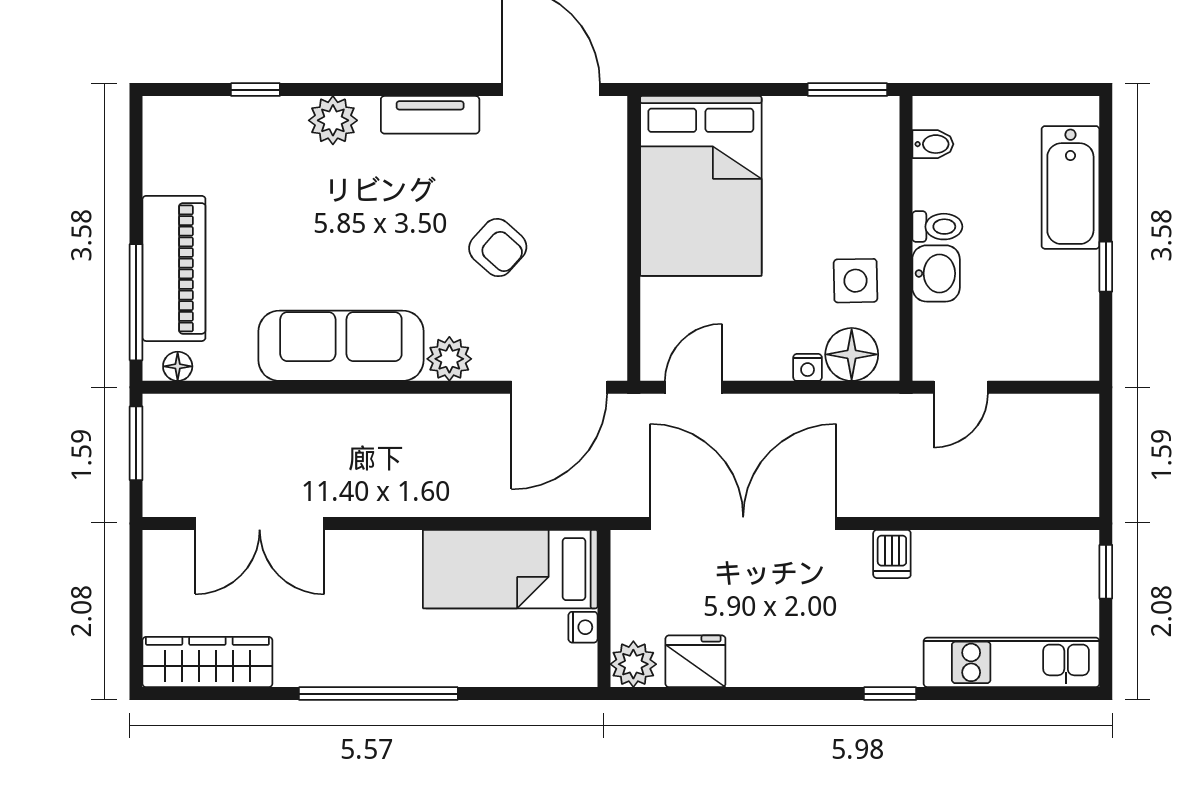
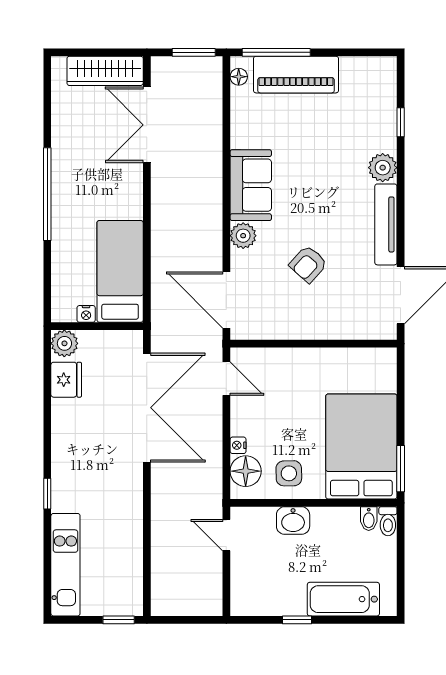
tv unit: (430, 115) -> (386, 224), width x1.41
bed: (701, 186) -> (361, 446), moved, turned 90
toilet: (937, 227) -> (388, 521), moved
sofa: (341, 346) -> (251, 185), width x0.73
dishwasher: (892, 554) -> (129, 495), removed
wardrobe: (207, 662) -> (105, 71), moved, turned 90

